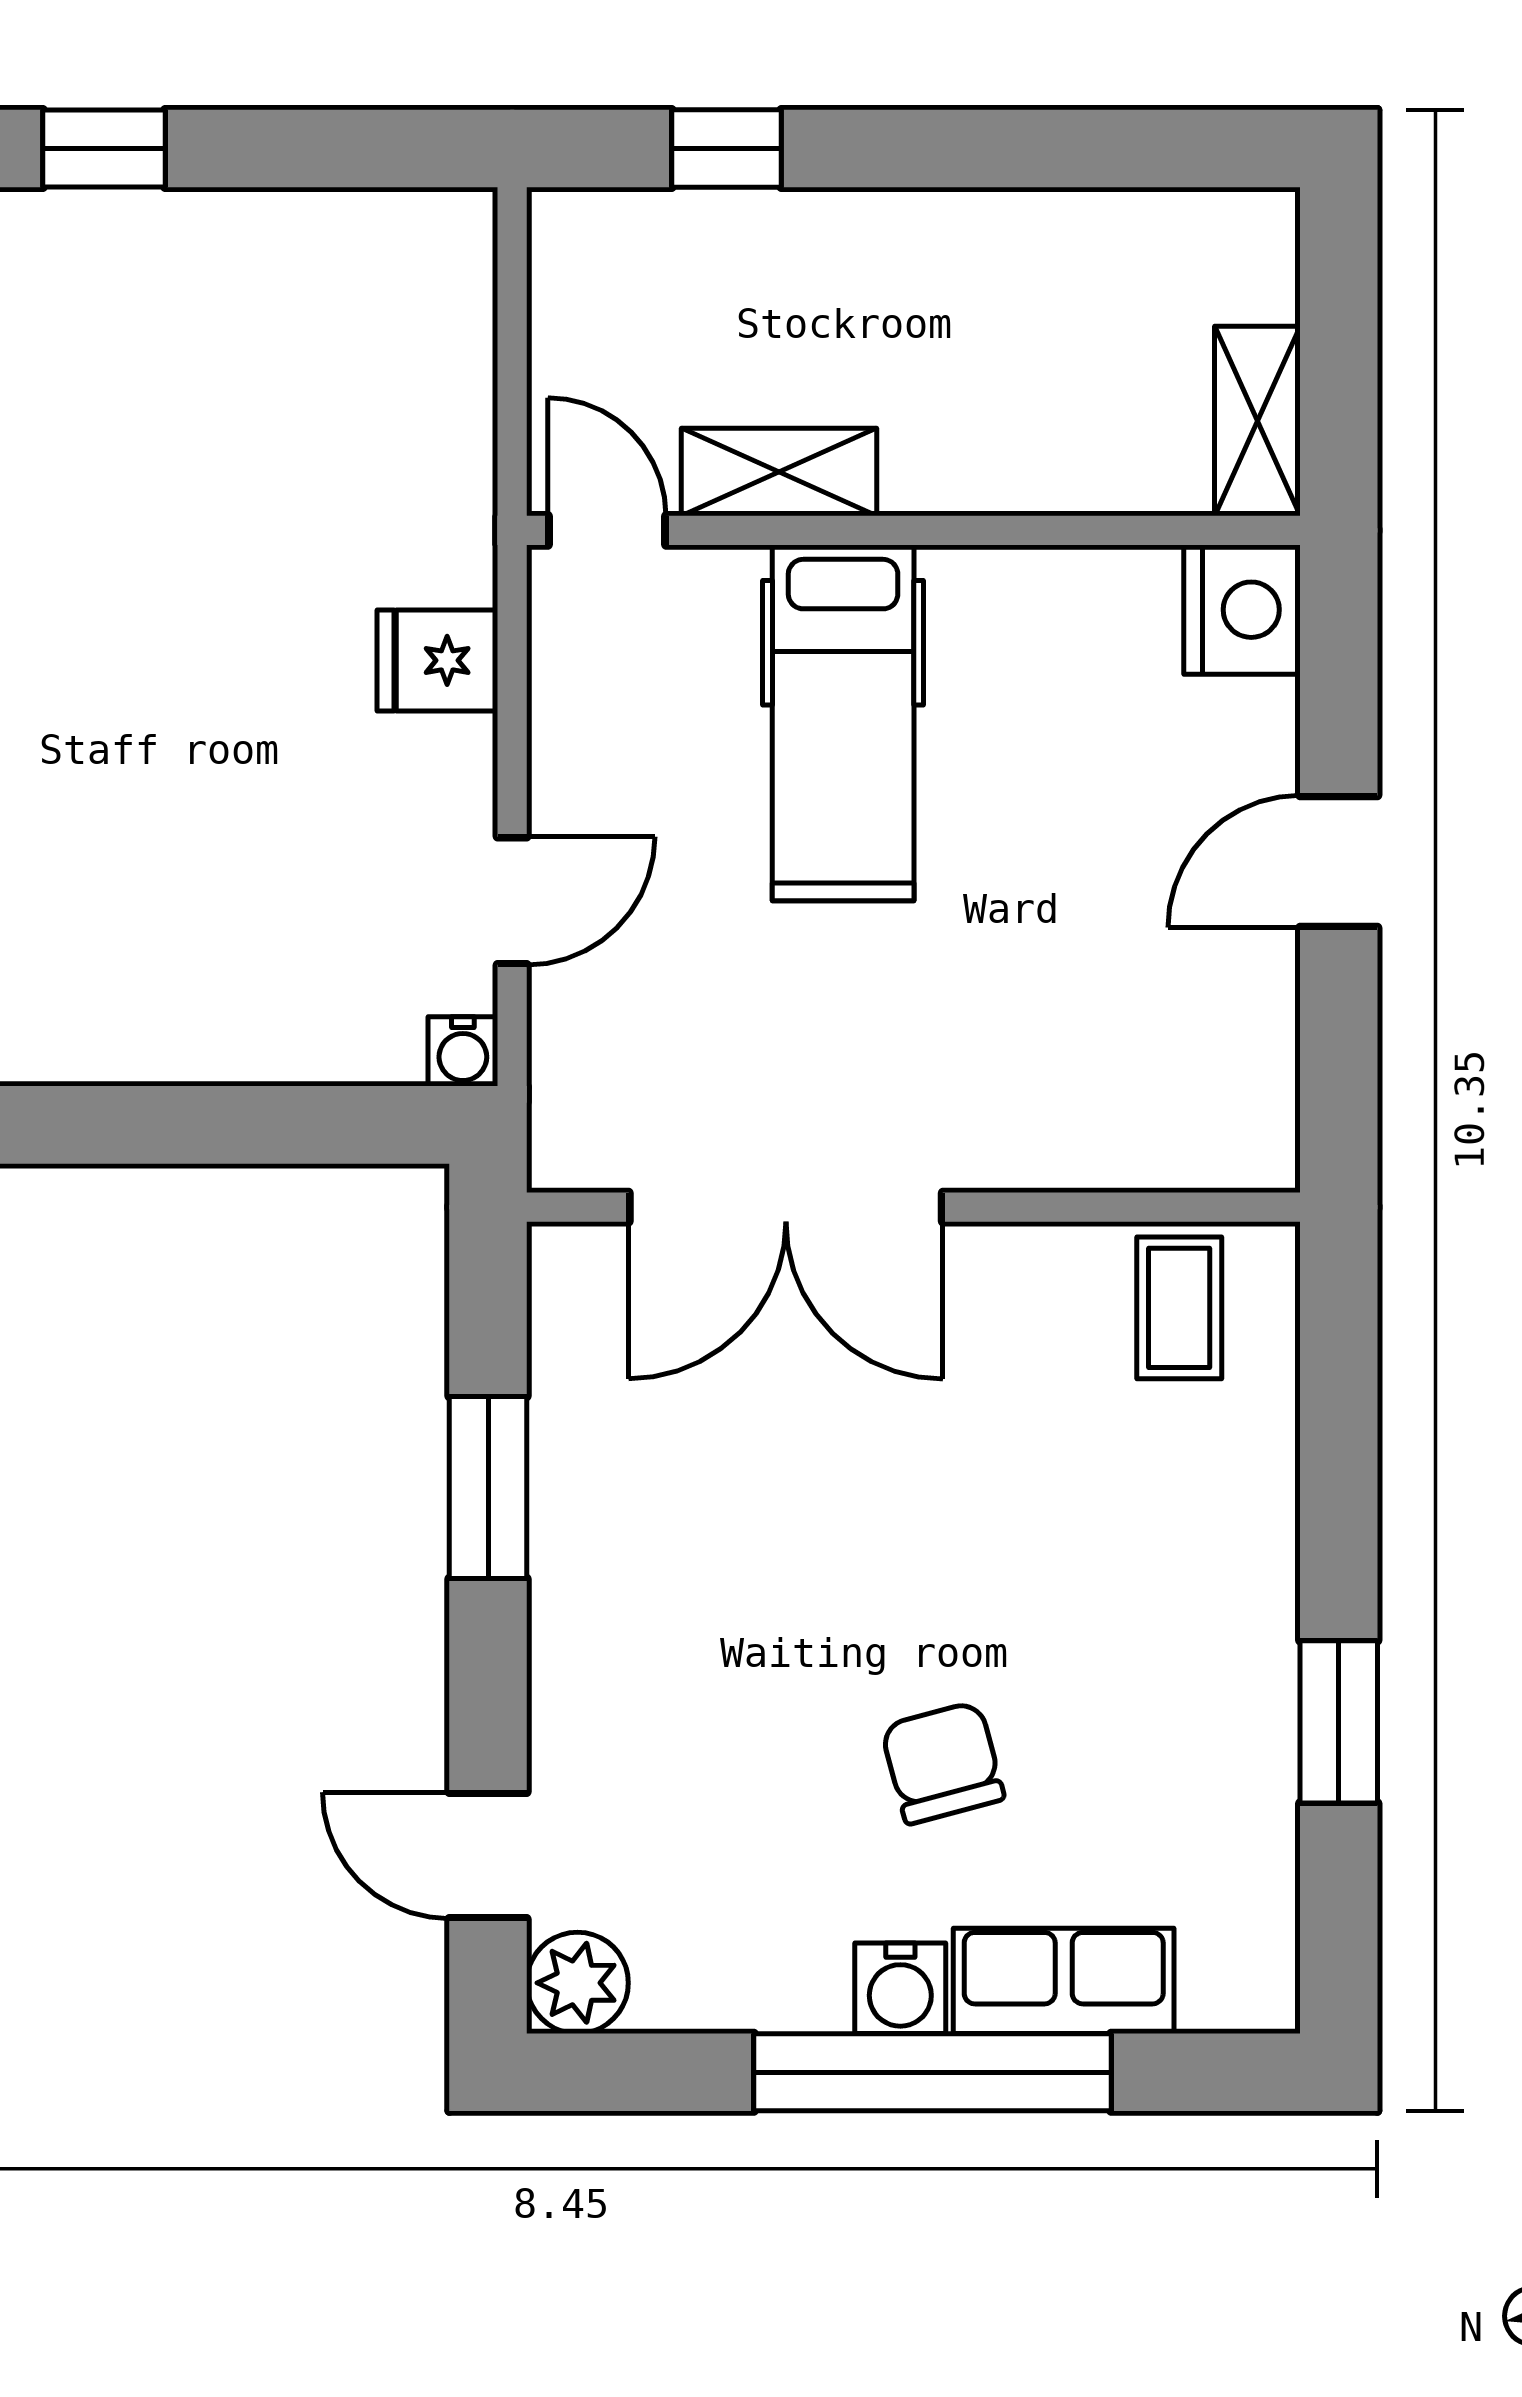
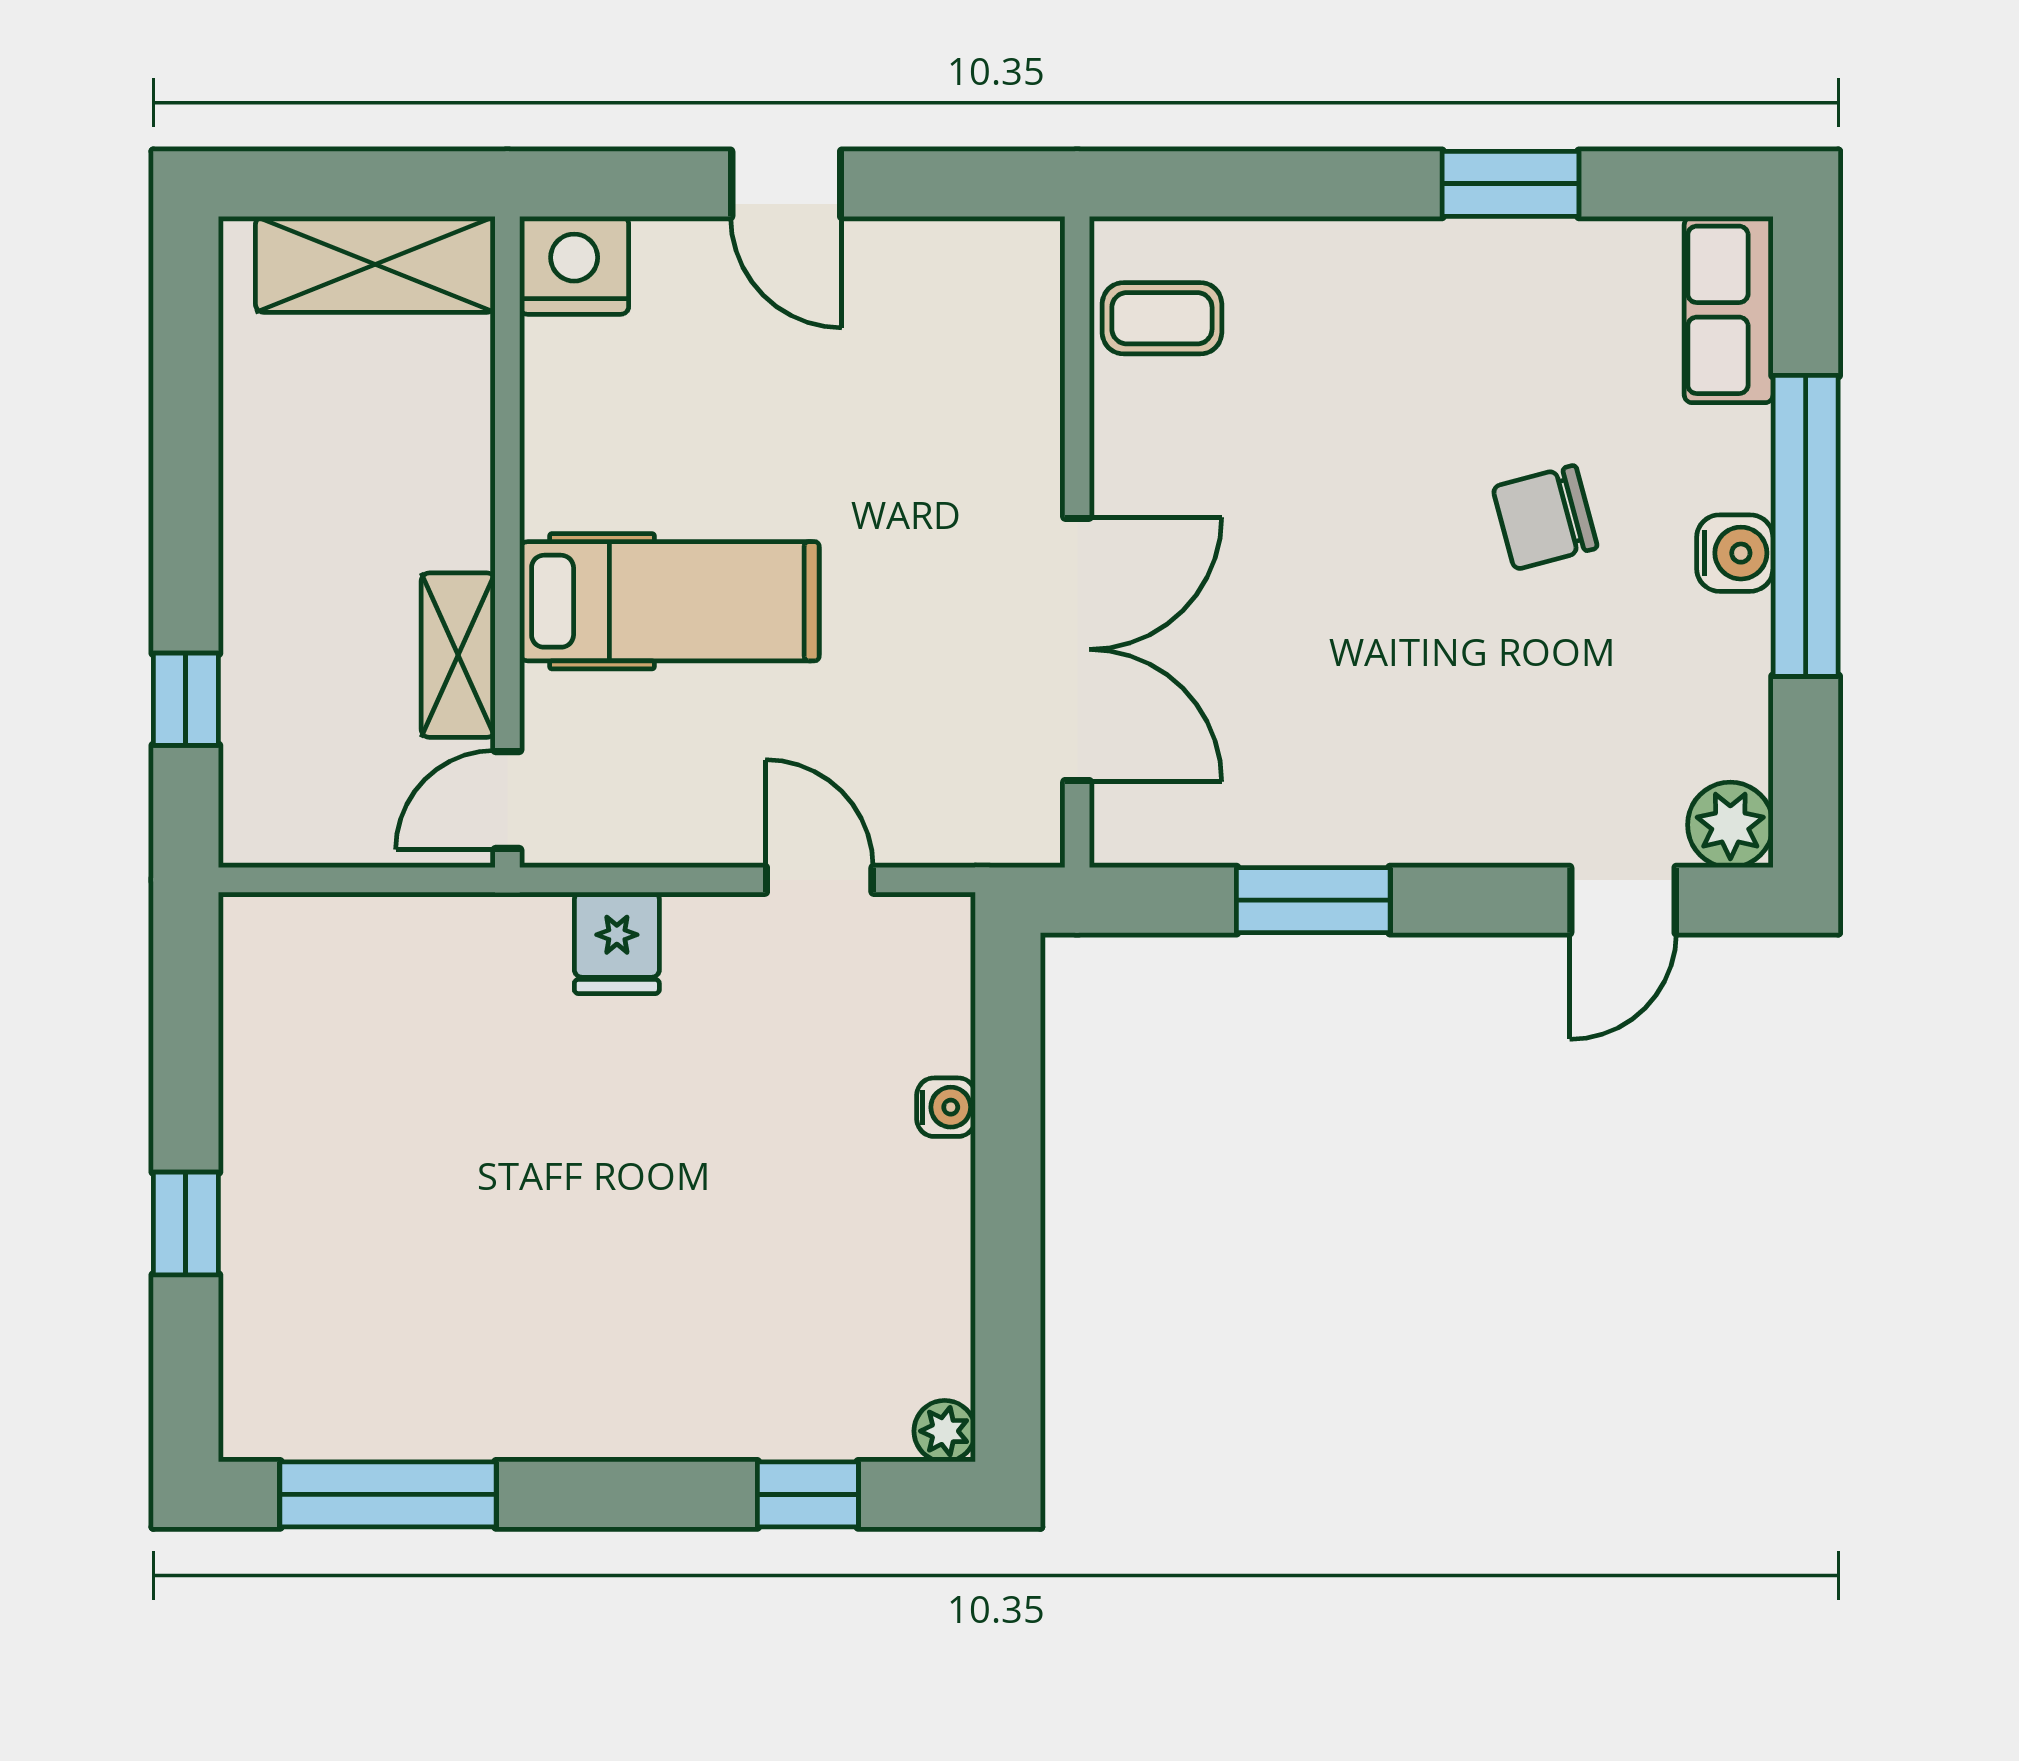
shelving: (1257, 421) -> (375, 264), width x1.50, depth x1.33
water cooler: (463, 1051) -> (946, 1107), moved
row of seats: (1064, 1981) -> (1729, 310), moved

